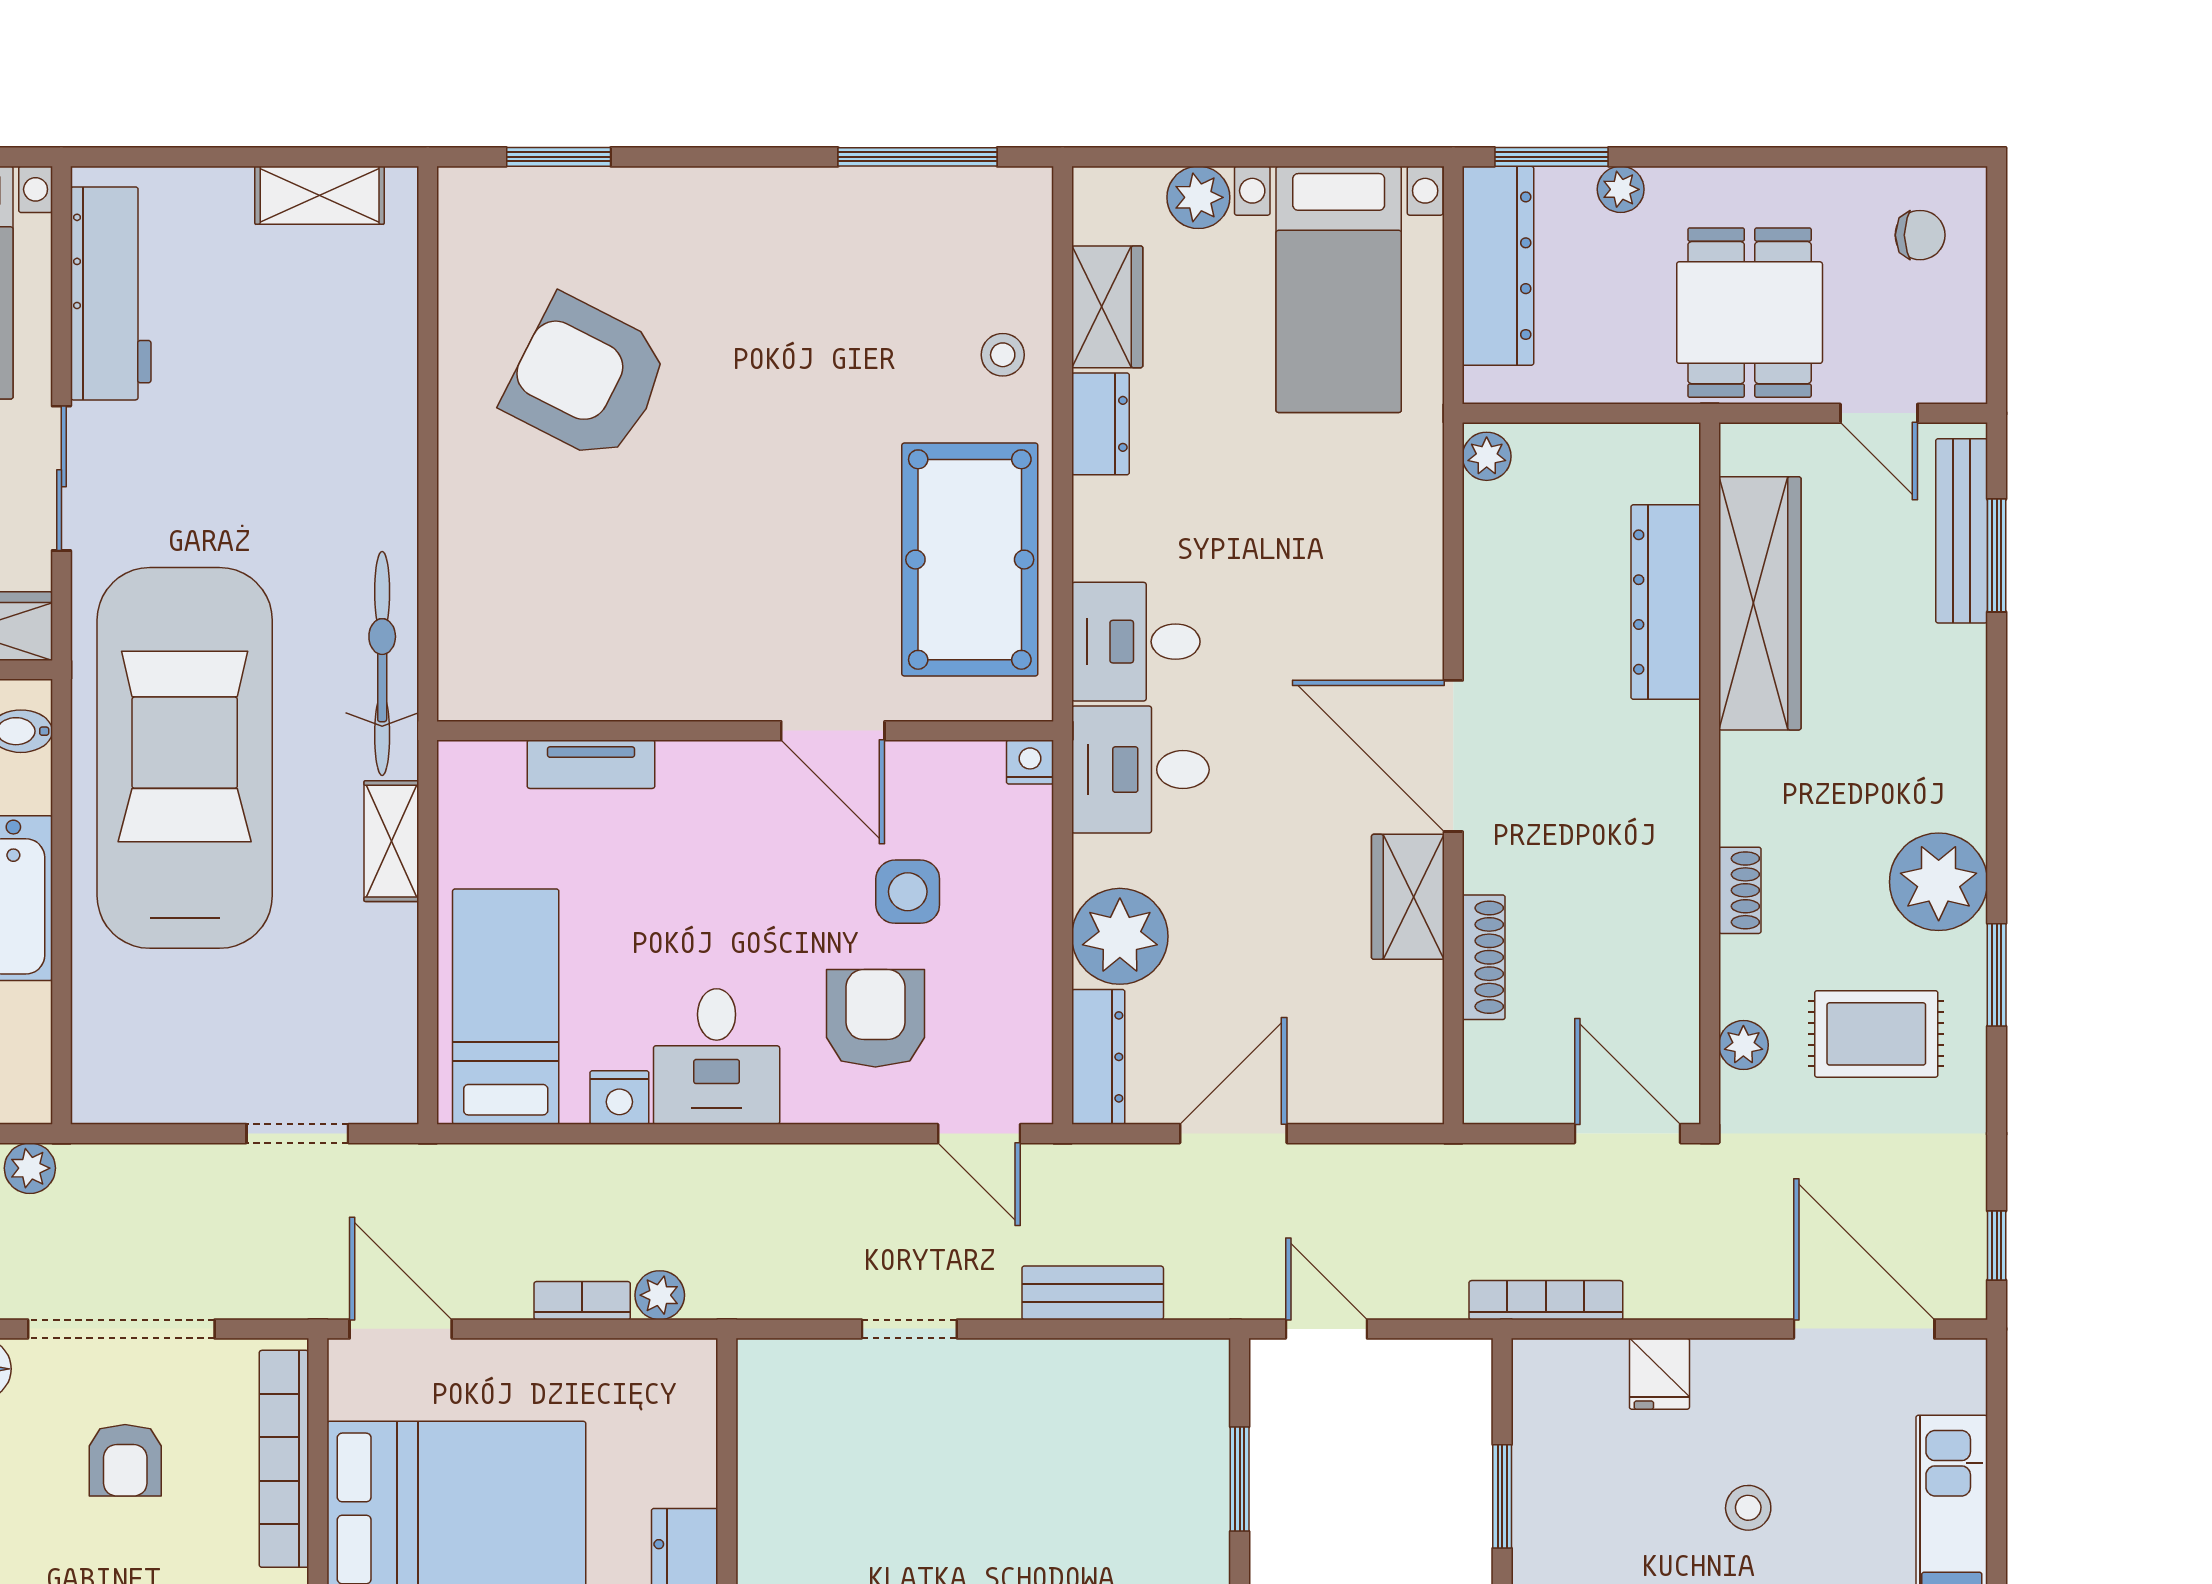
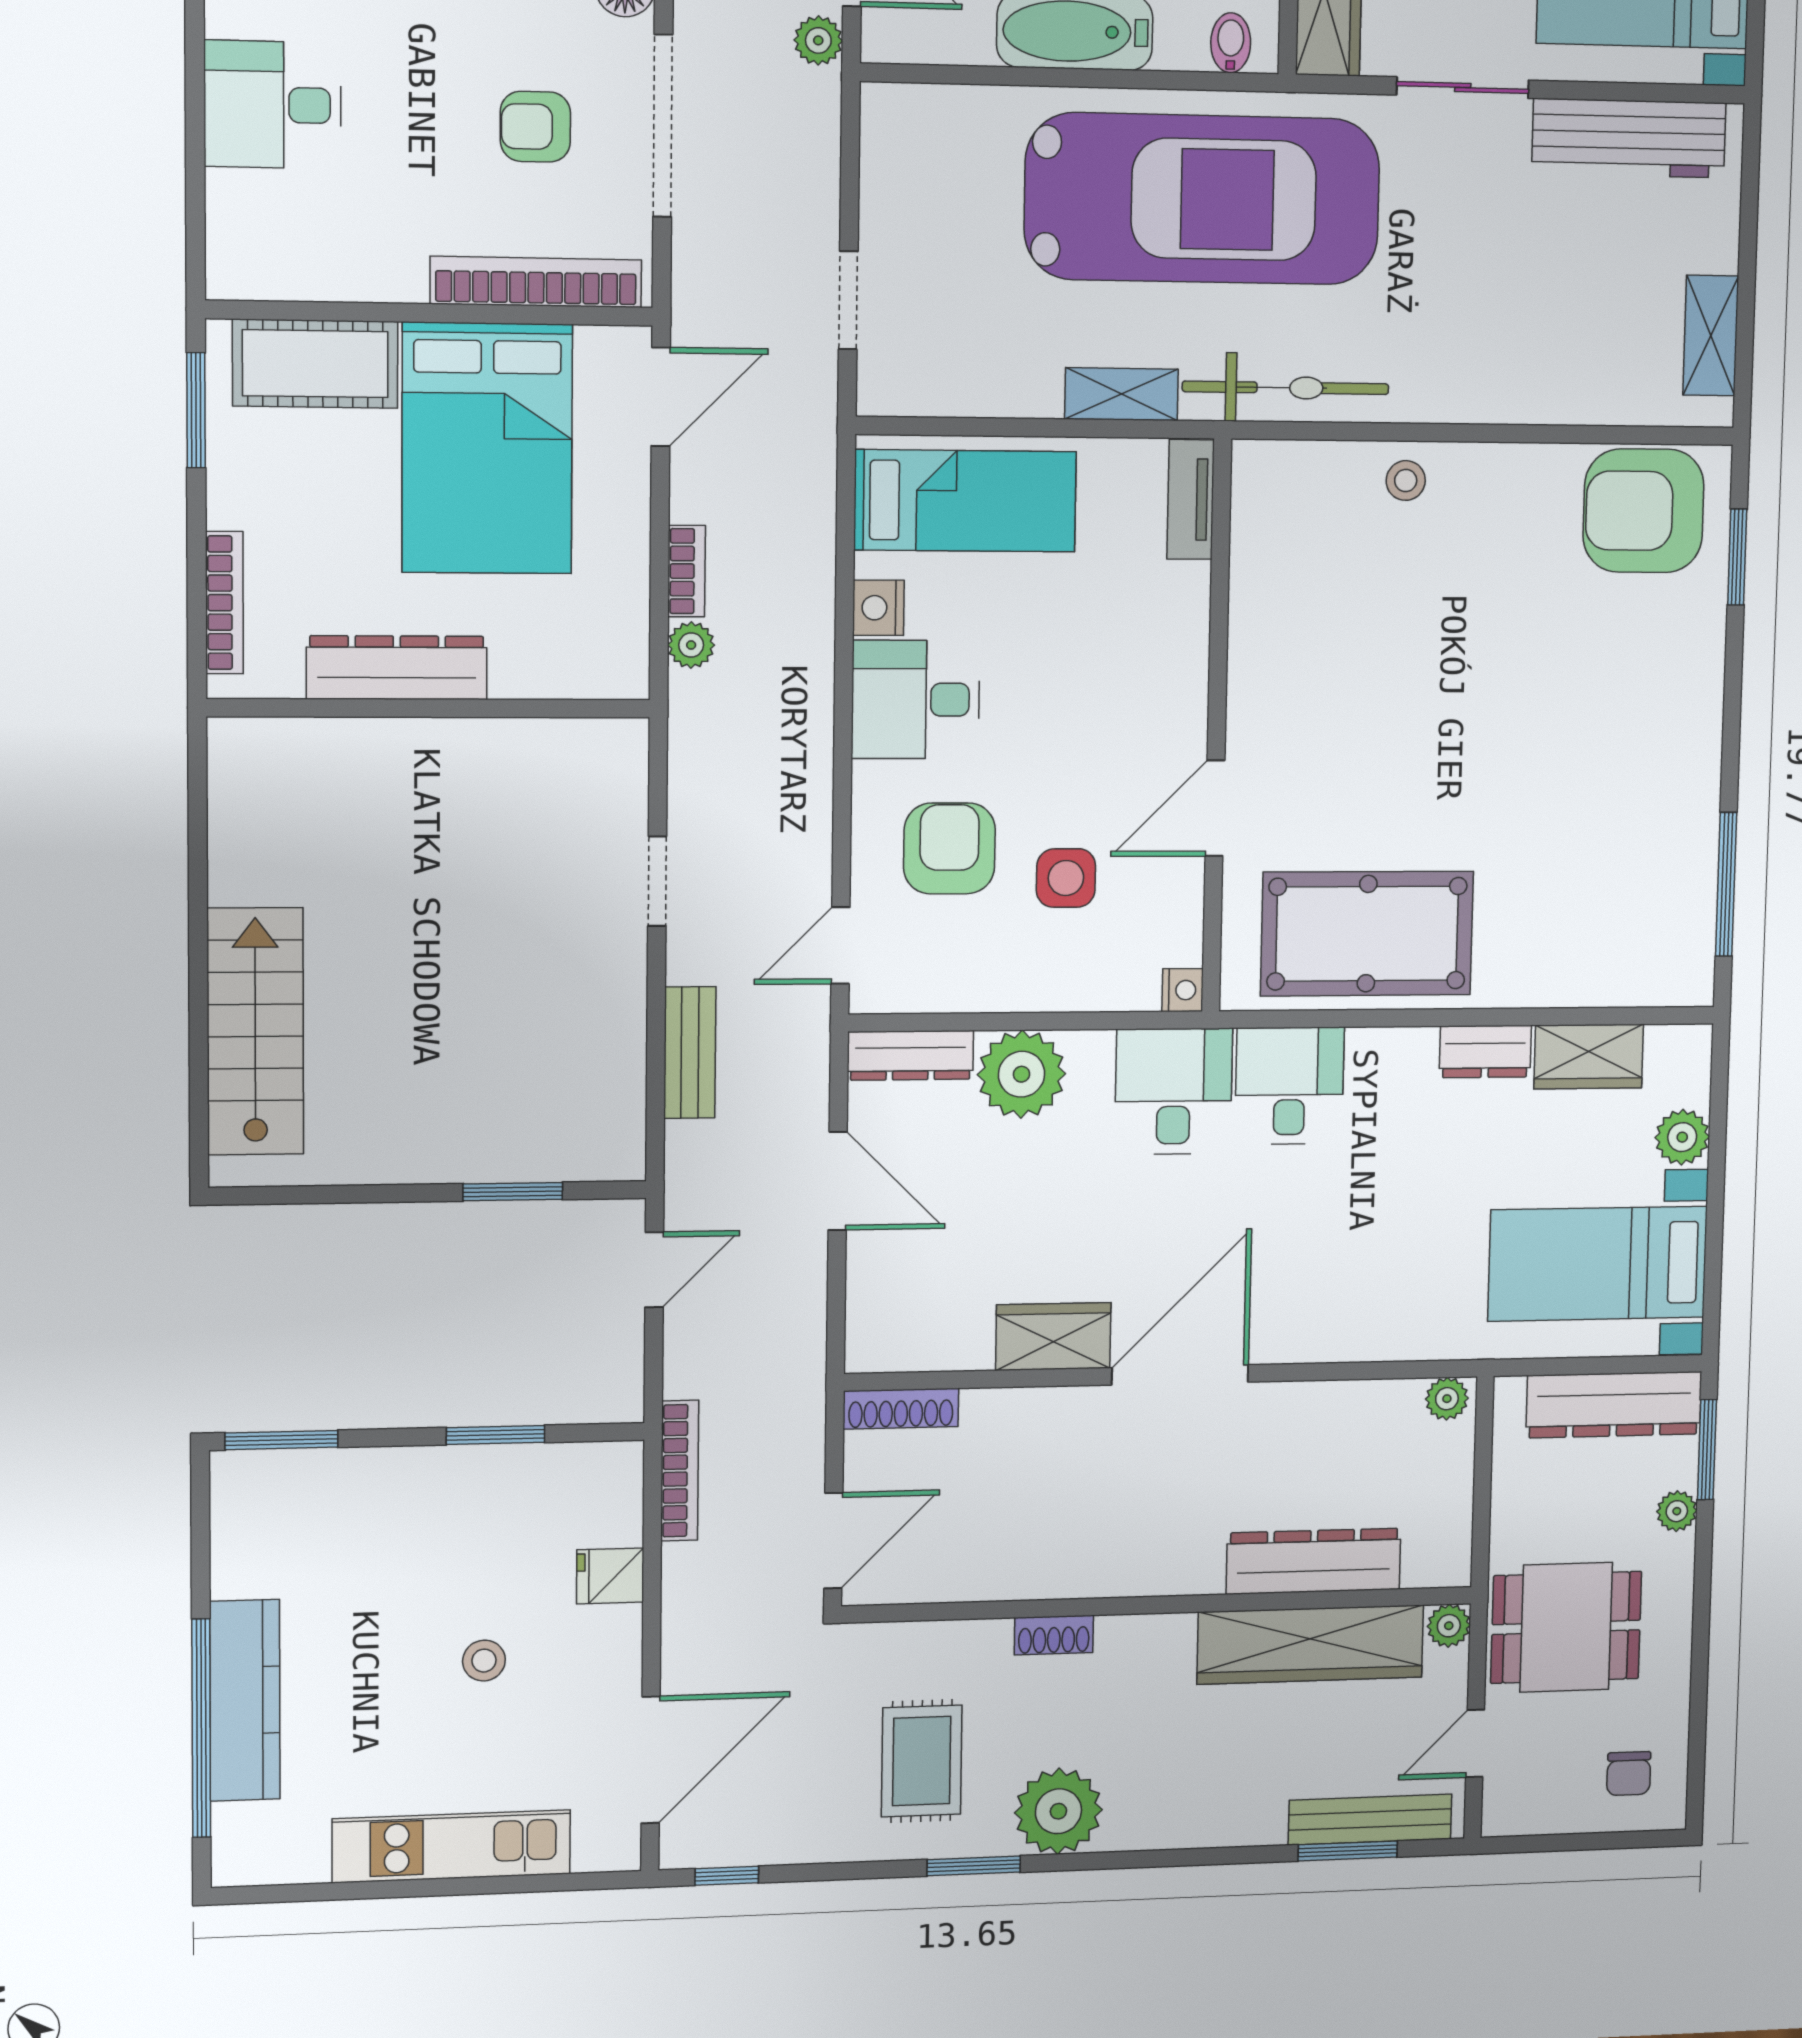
stool: (1003, 355) -> (1406, 480), moved
armchair: (586, 379) -> (1644, 511), moved, turned -117
tv unit: (591, 764) -> (1191, 499), moved
shoe rack: (1484, 957) -> (901, 1409), moved
armchair: (875, 1018) -> (949, 848), turned -90
plant: (1743, 1045) -> (1449, 1626), moved

